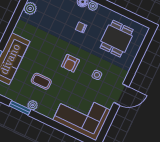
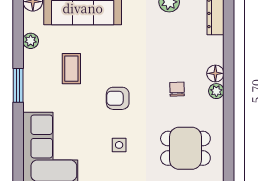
plant: (33, 105) -> (31, 41), moved
window: (20, 108) -> (18, 85), moved

